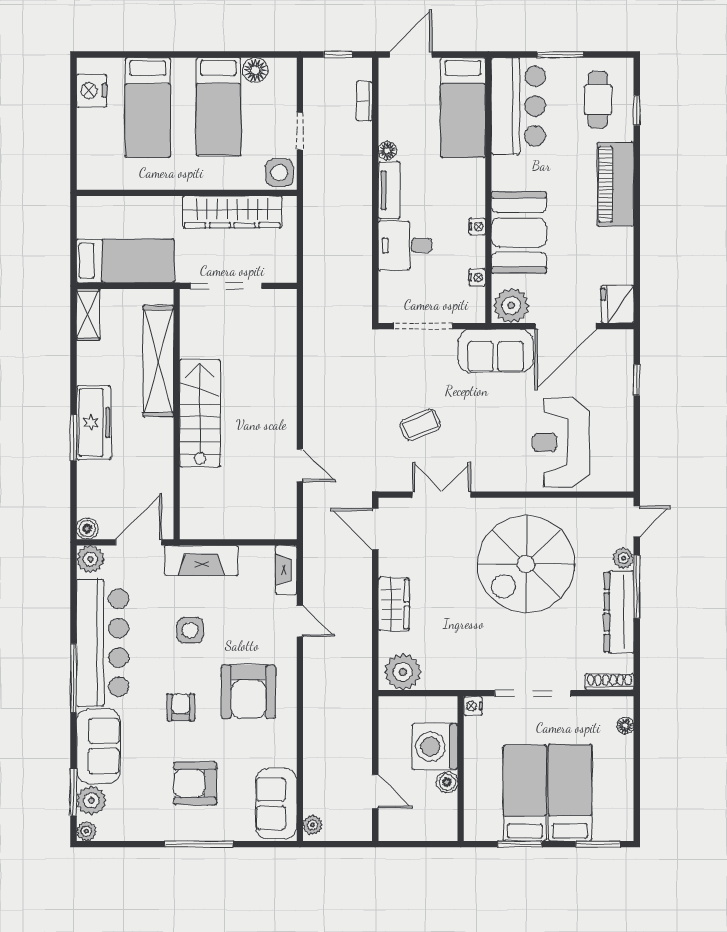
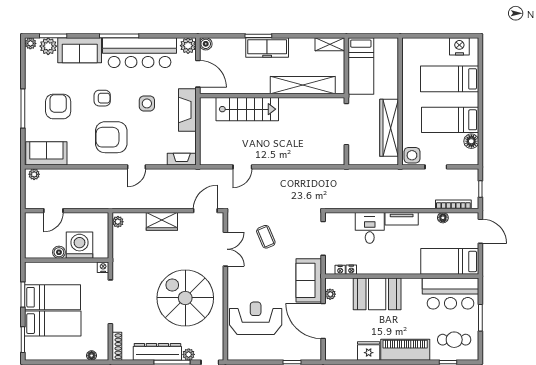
bookcase: (364, 101) -> (453, 204), width x1.56
floor lamp: (387, 151) -> (443, 218), moved
nightstand: (477, 226) -> (340, 270), moved
fridge: (617, 304) -> (369, 351), moved
plant: (511, 306) -> (330, 294), width x0.53, depth x0.53
stairs: (200, 413) -> (247, 109), moved
door: (300, 621) -> (136, 167), moved
plant: (403, 672) -> (118, 222), width x0.53, depth x0.53

